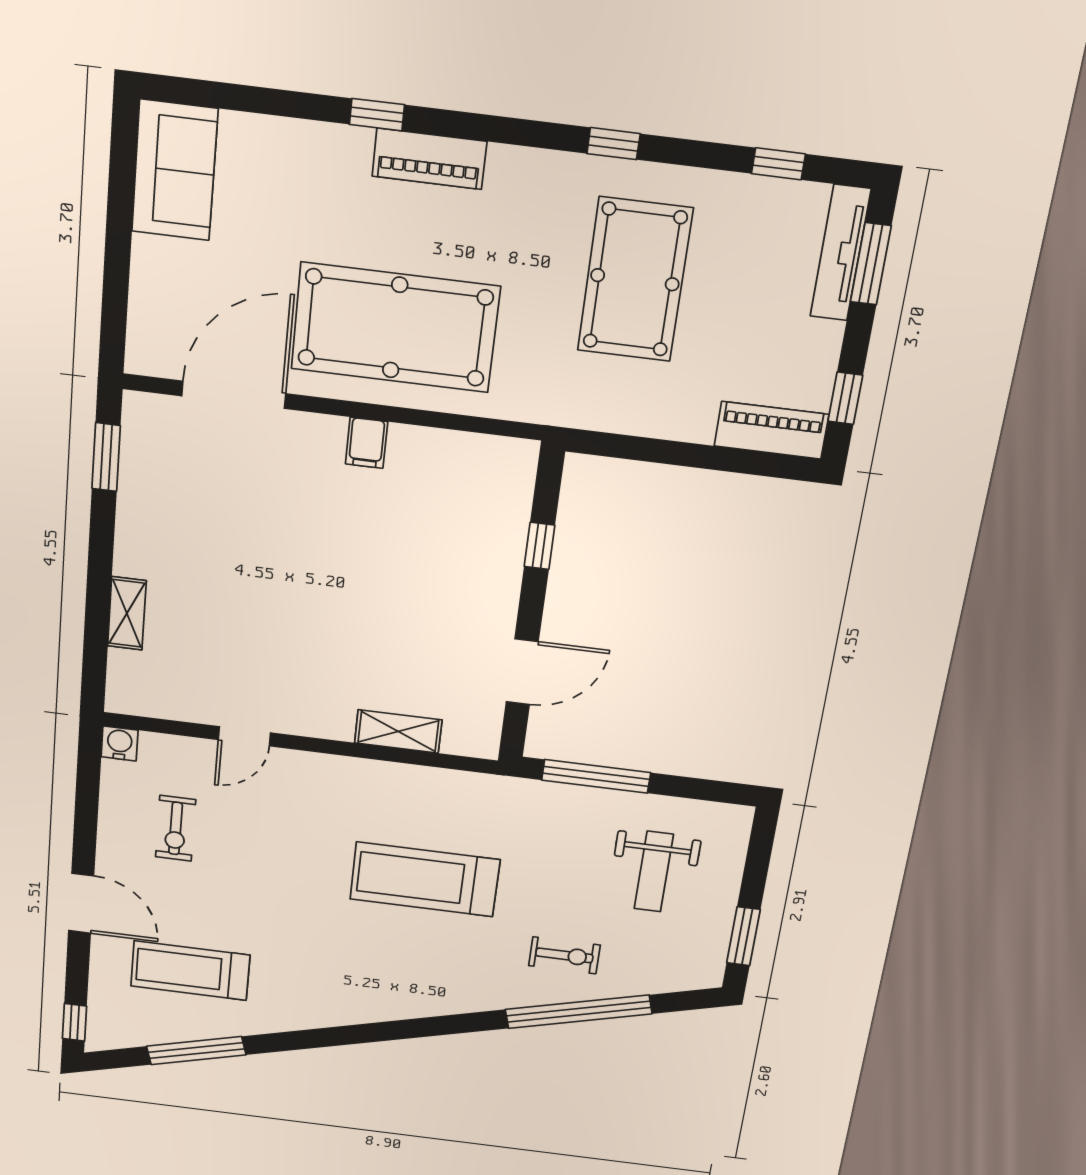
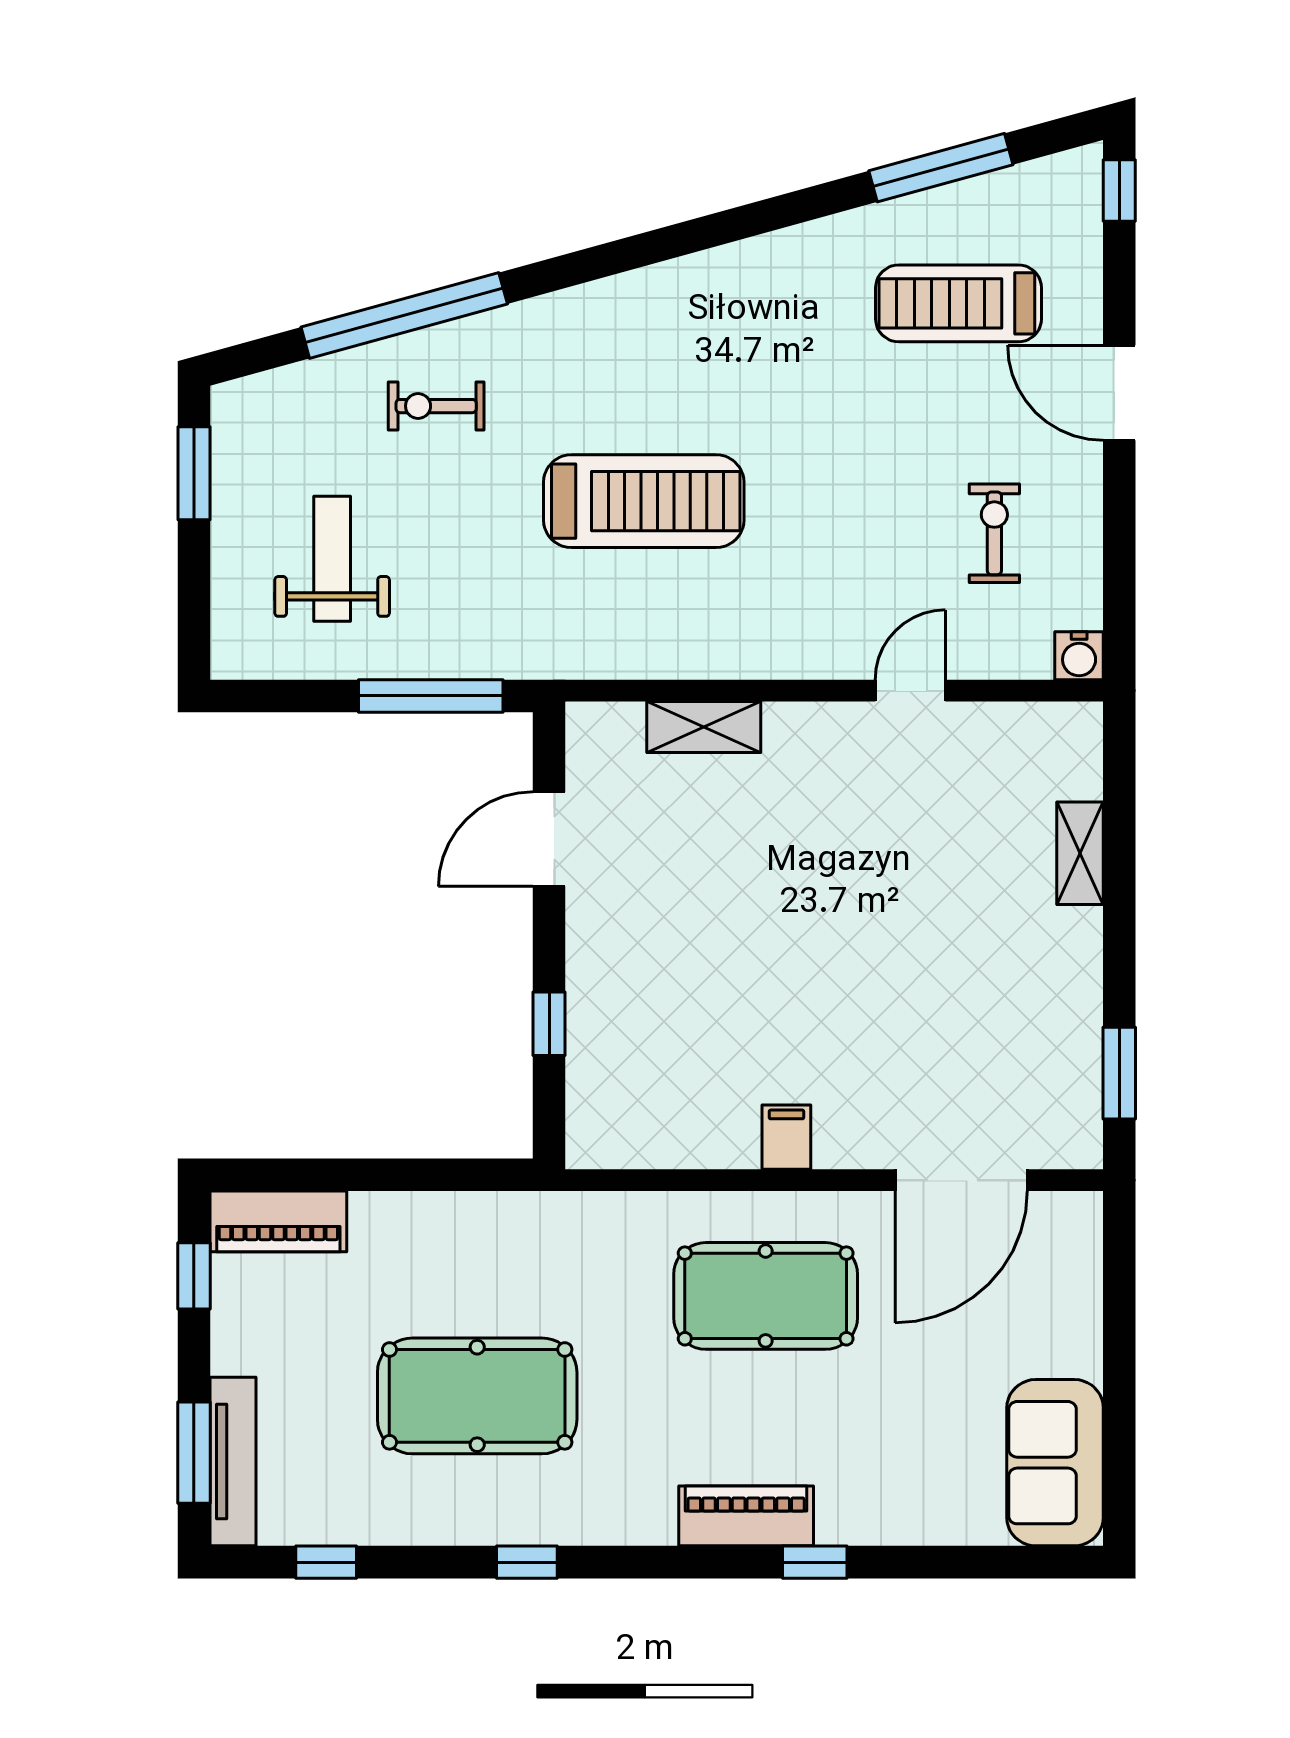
pool table: (635, 280) -> (477, 1396), turned 90
pool table: (395, 328) -> (766, 1296), width x0.73, depth x0.76
treadmill: (190, 971) -> (959, 303), turned 180

